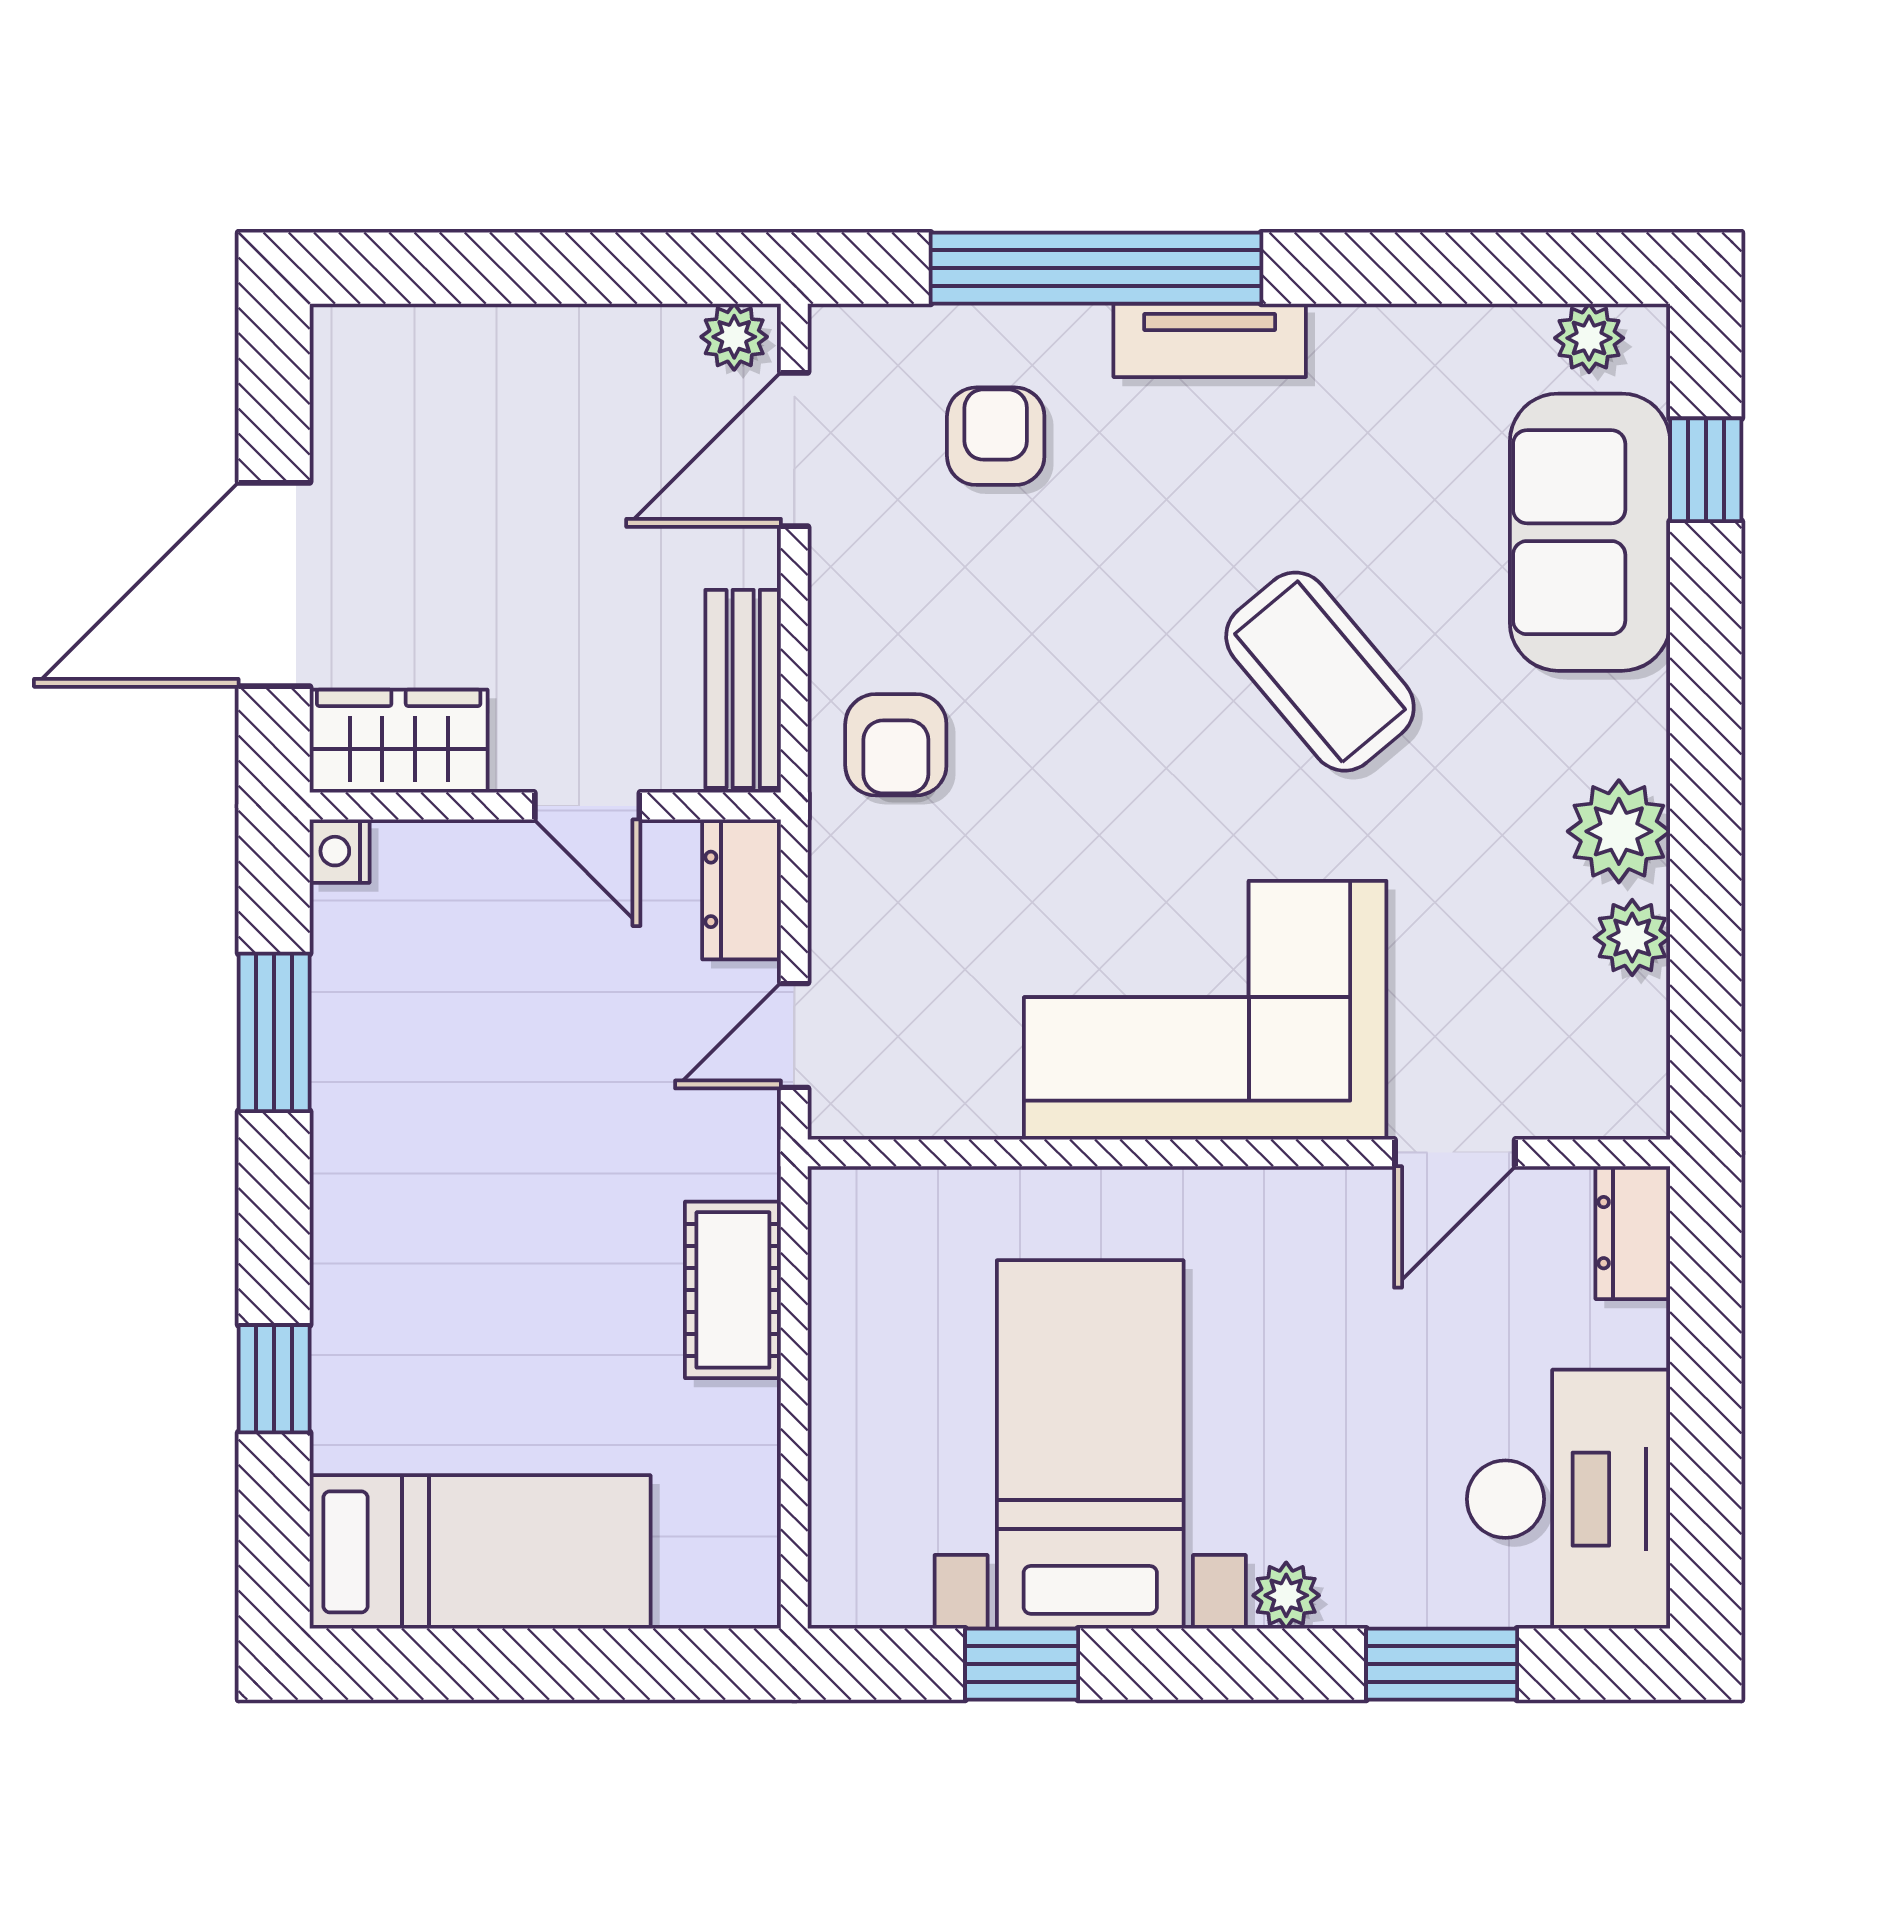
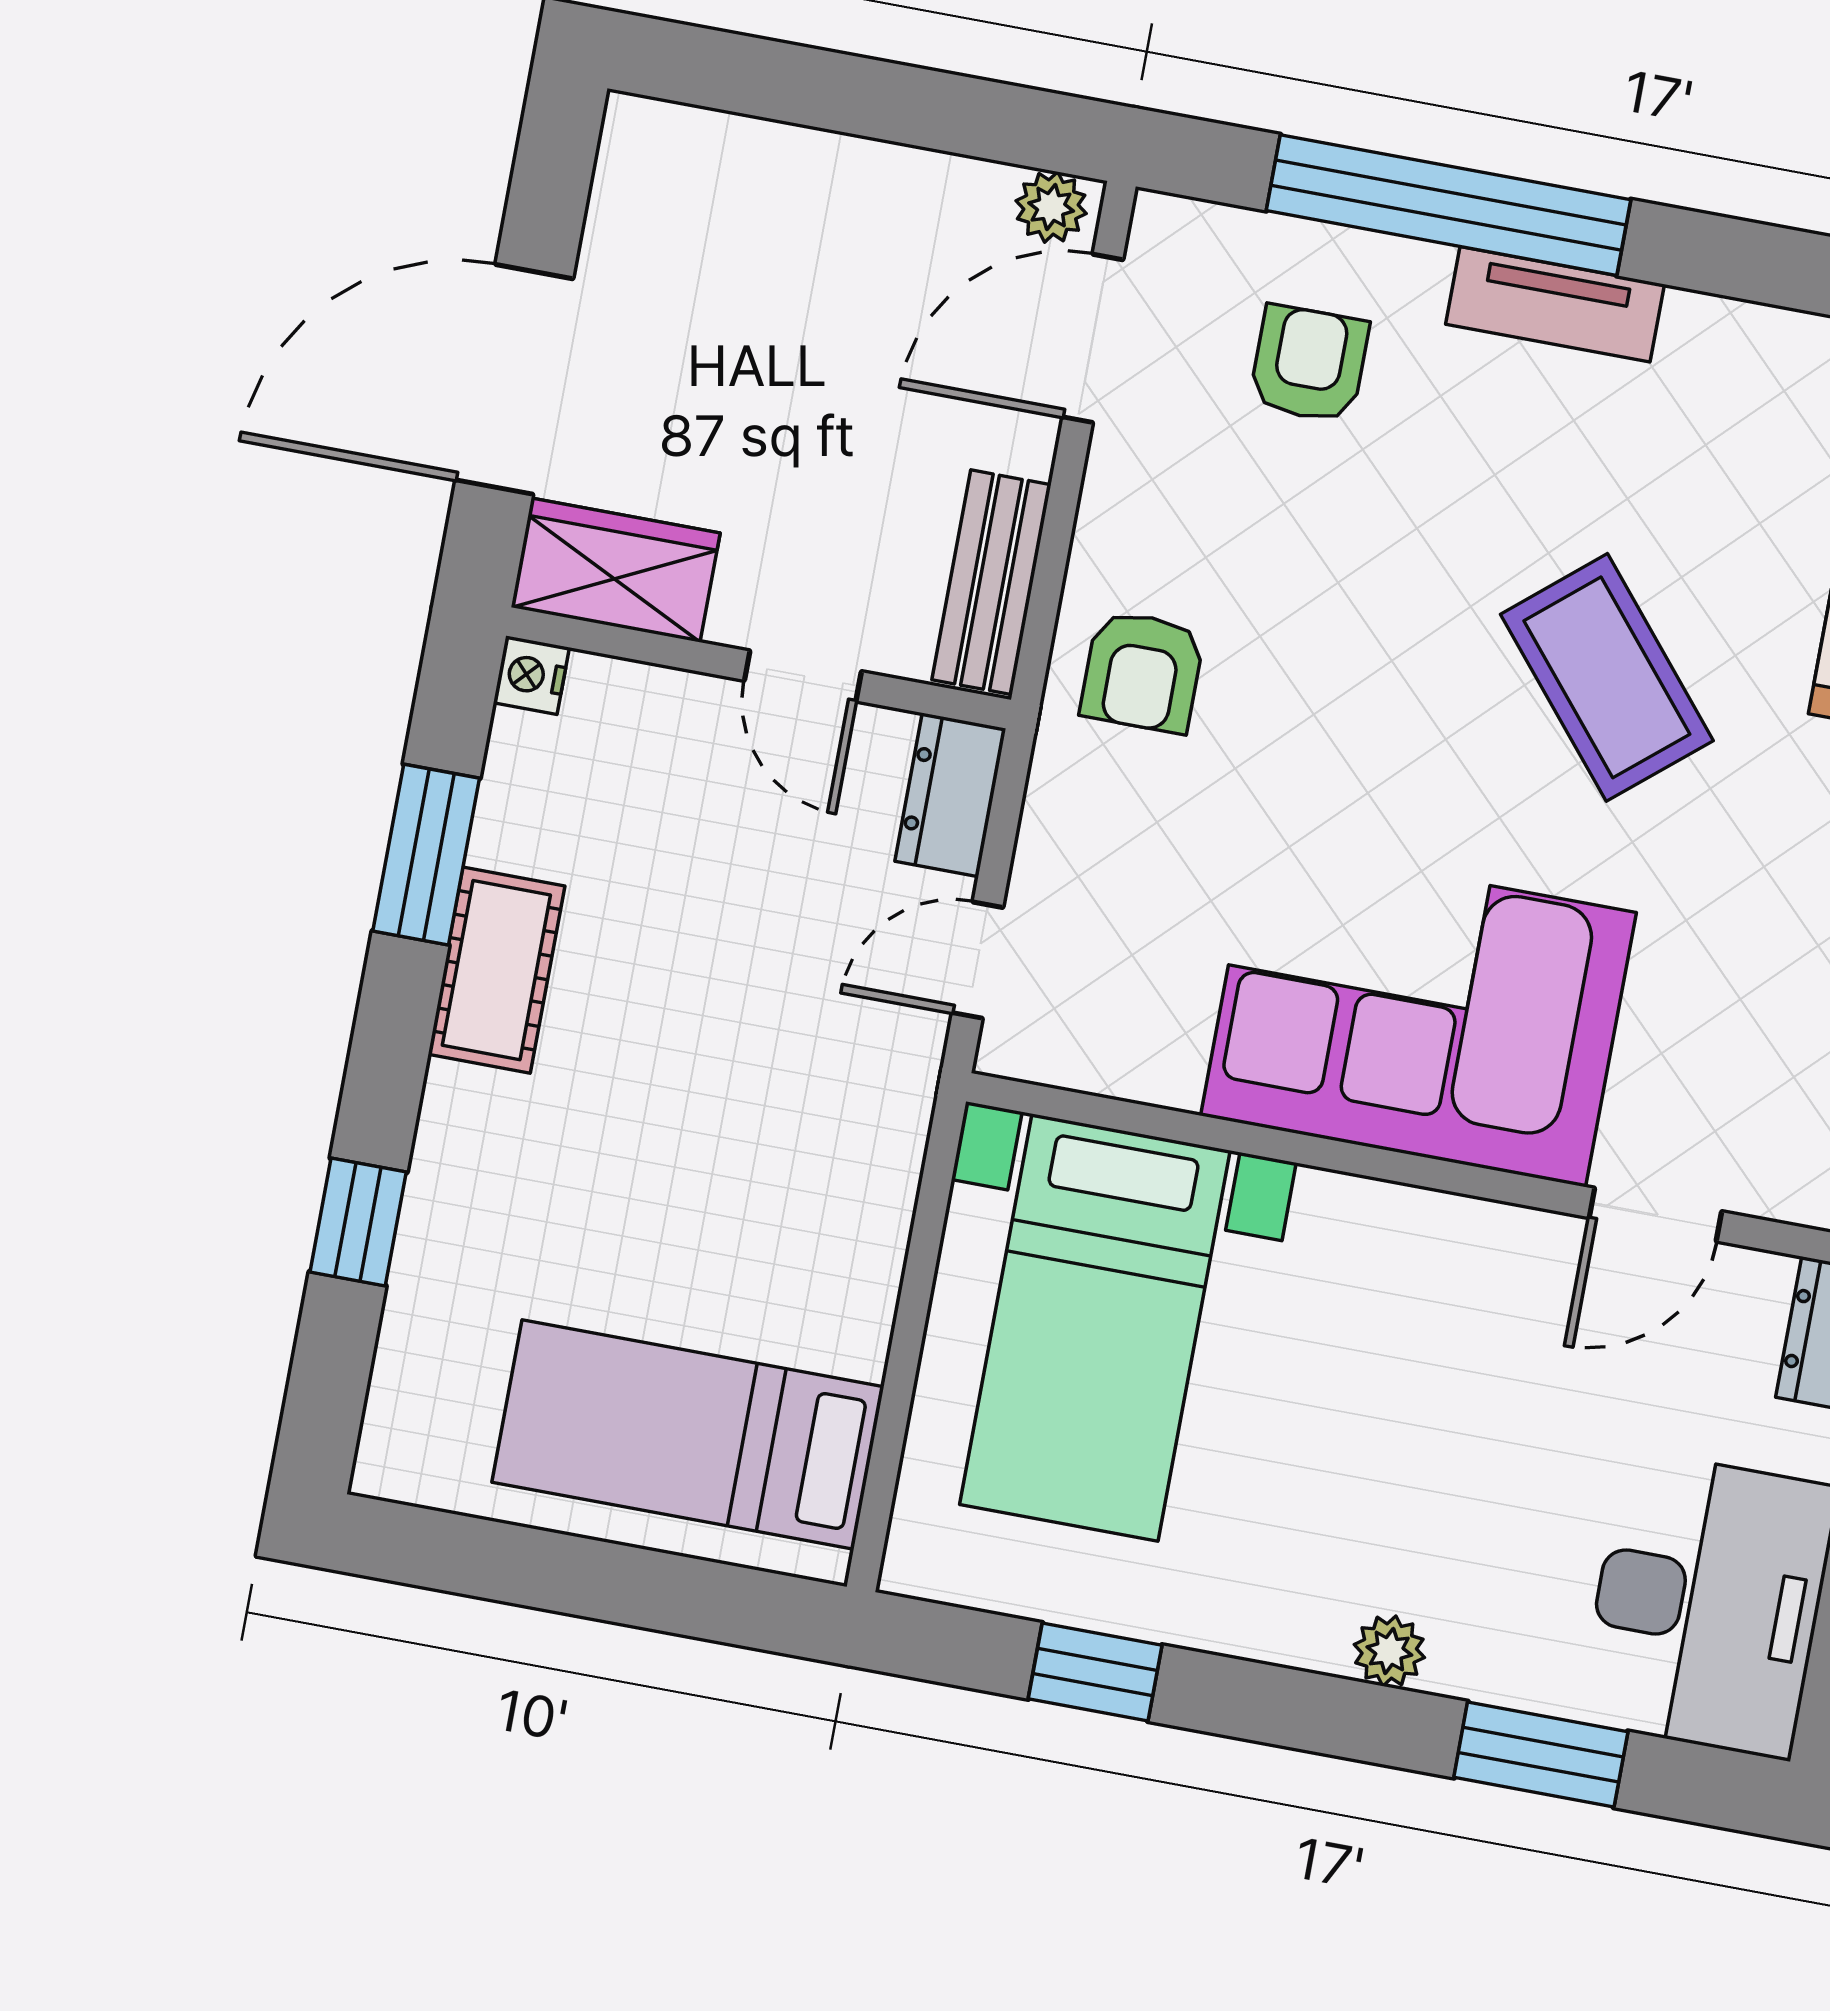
cot: (733, 1290) -> (496, 970), moved
bed with nightstands: (1090, 1444) -> (1095, 1328), moved, turned 180
bed: (480, 1552) -> (688, 1434), moved, turned 180

